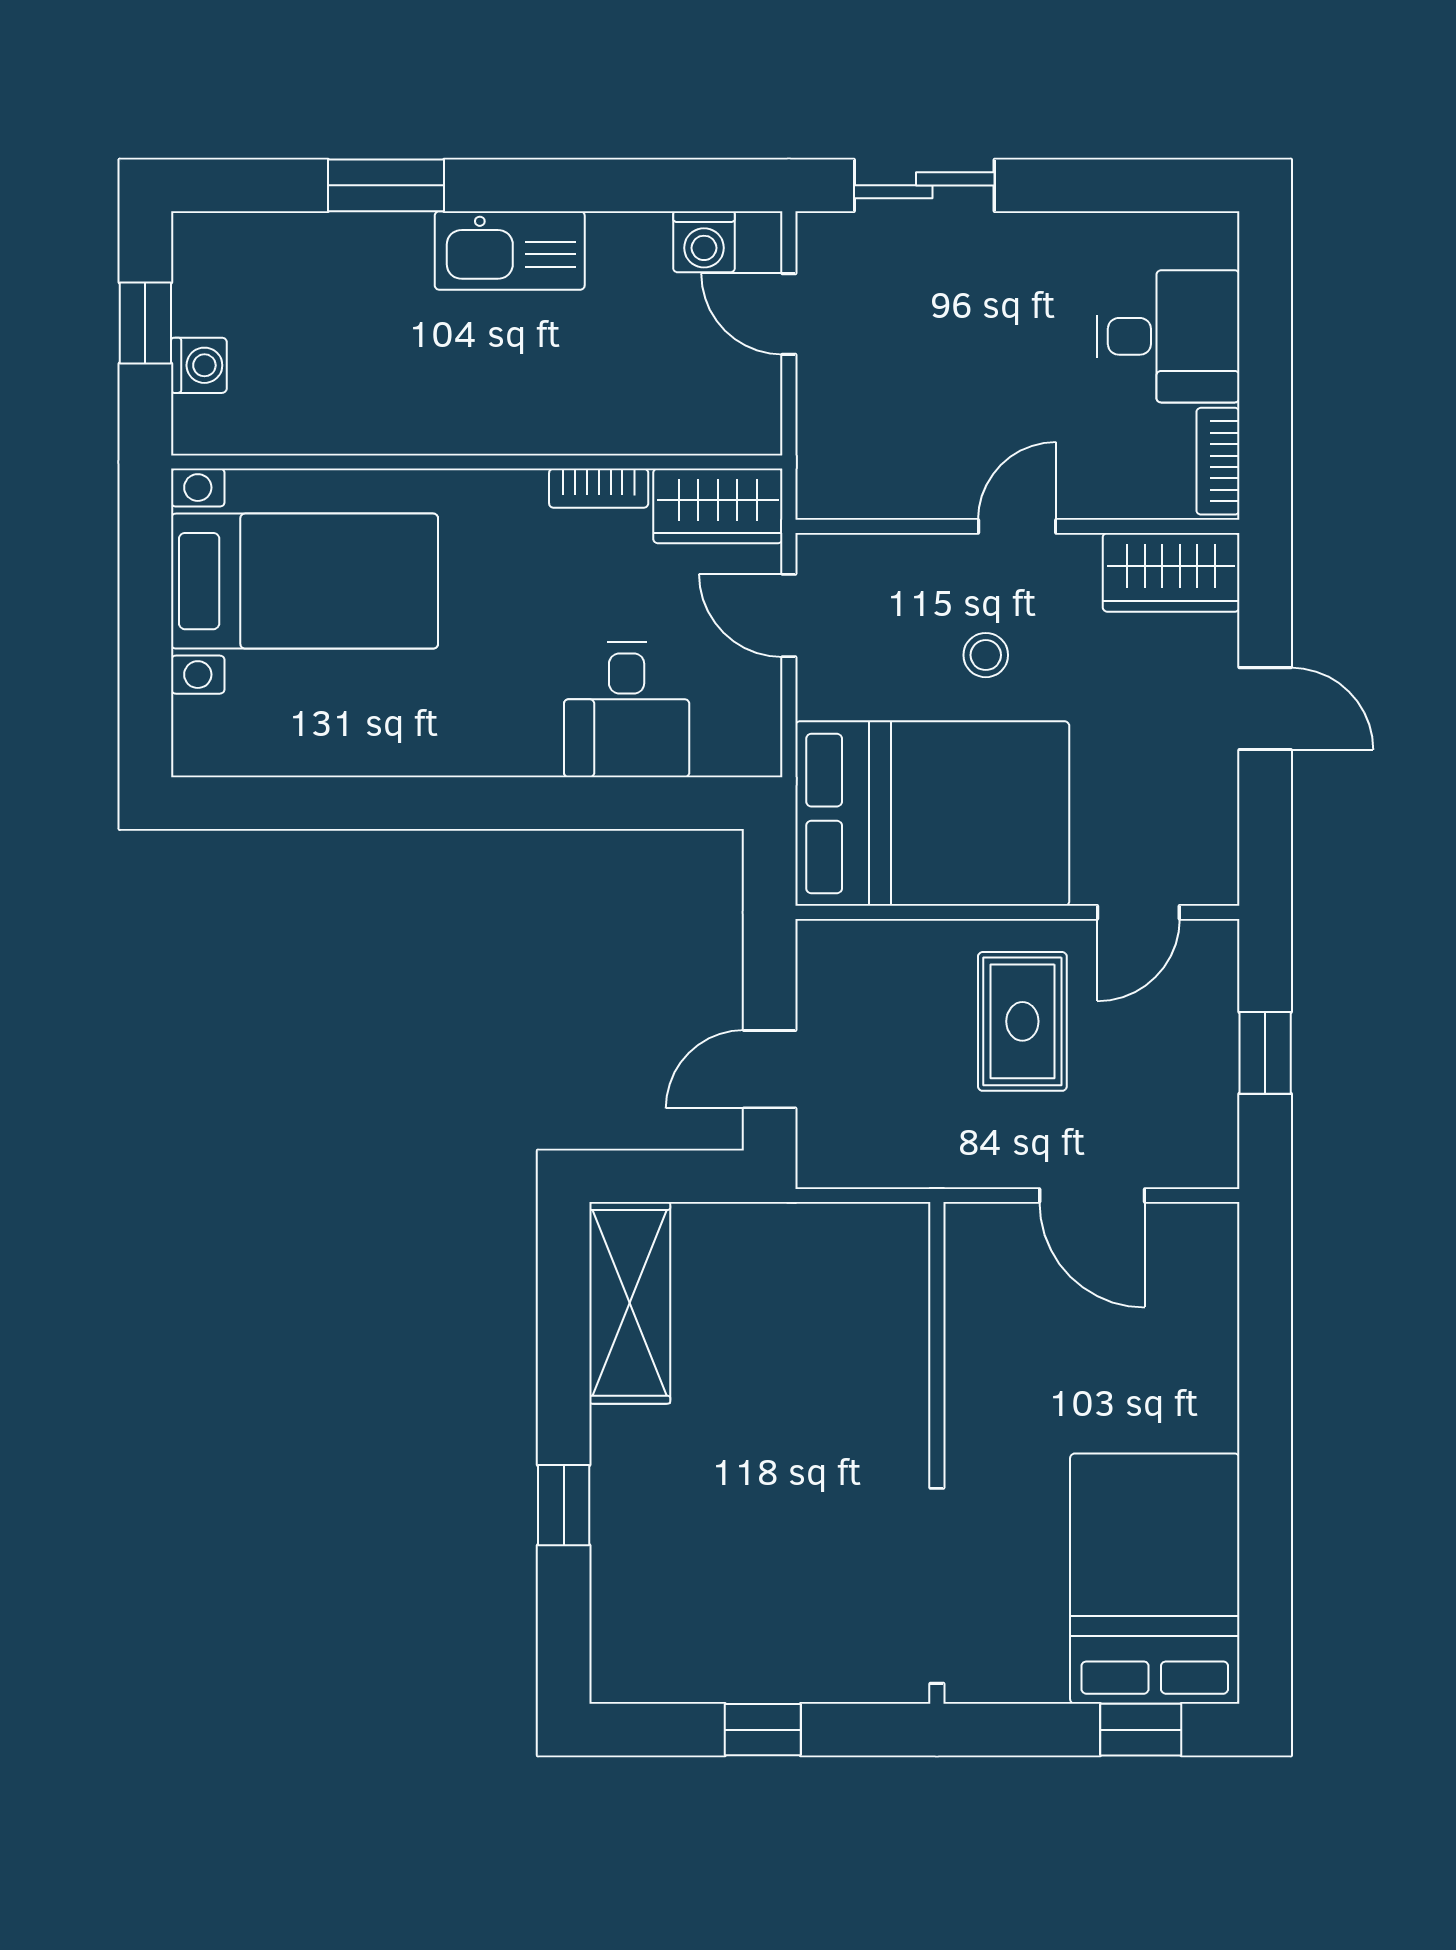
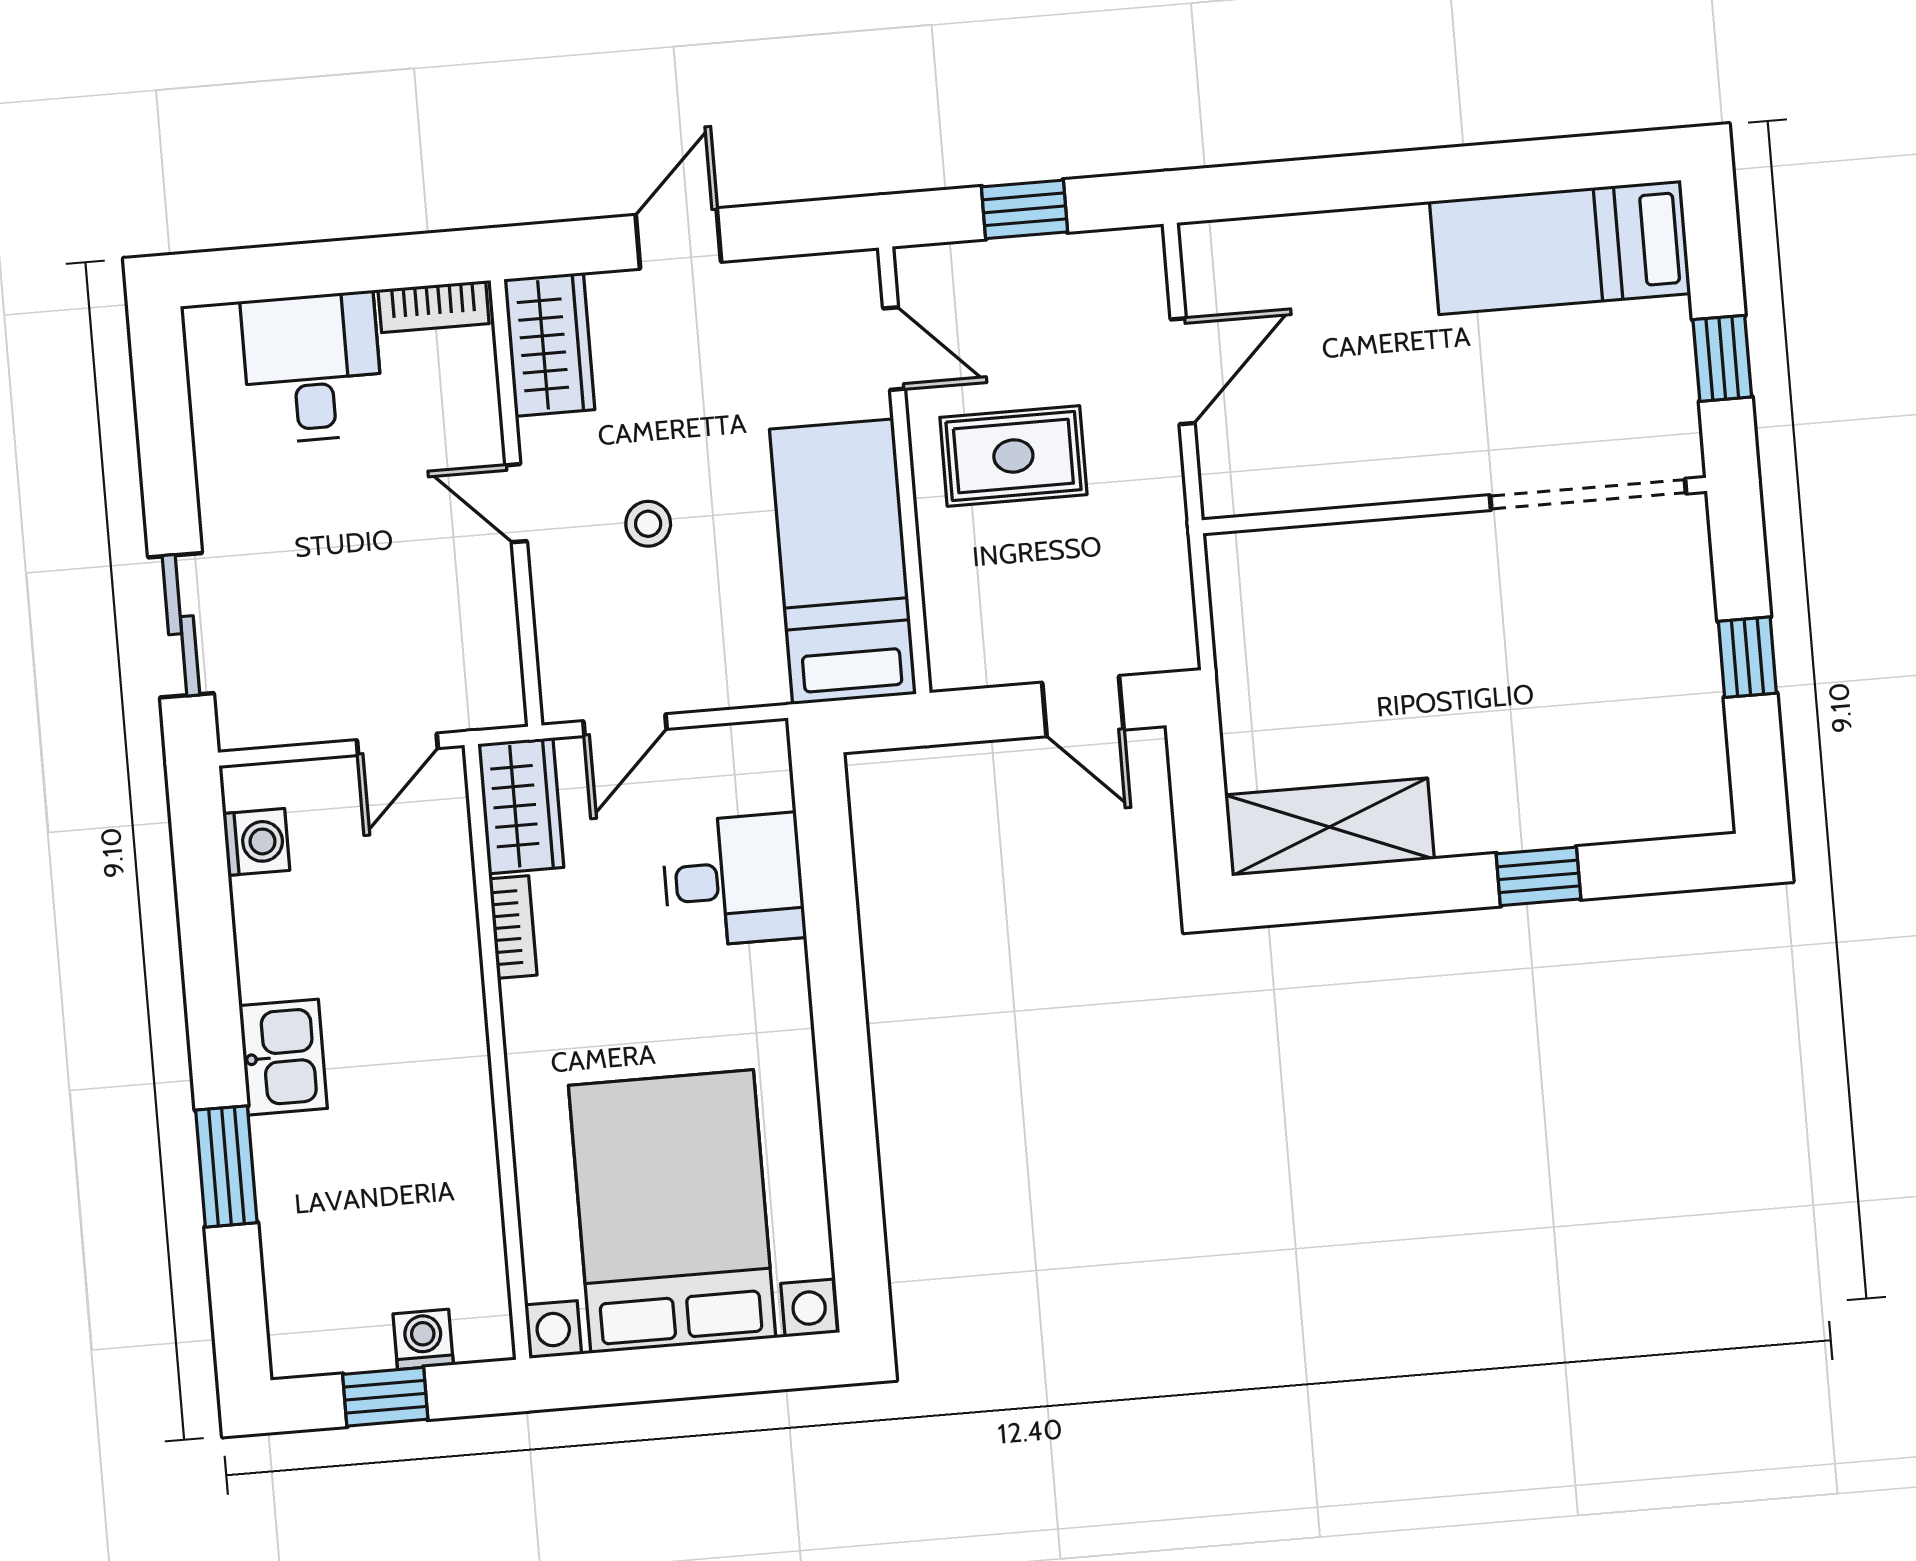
kitchen sink: (510, 250) -> (283, 1057), width x0.73
door: (789, 314) -> (397, 744), moved
bed with nightstands: (304, 581) -> (672, 1212), width x1.36
bed: (932, 814) -> (843, 562), width x0.67
bed: (1155, 1579) -> (1560, 247), width x0.67
window: (1141, 1730) -> (1722, 358), moved

